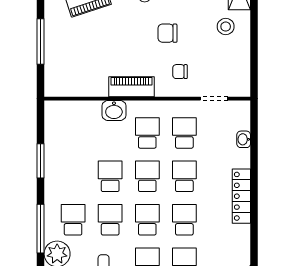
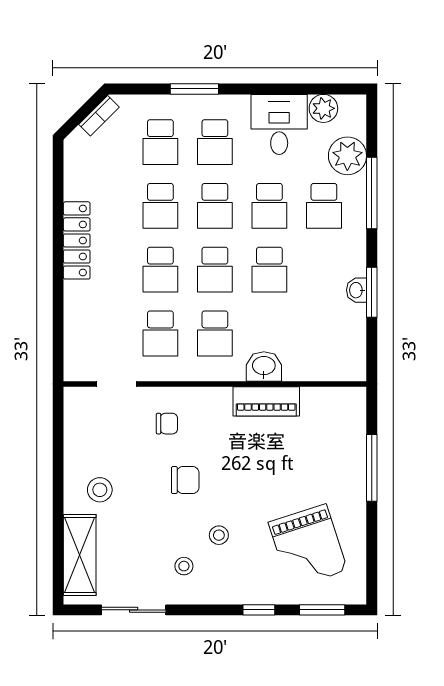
piano: (131, 87) -> (266, 401), moved
washbasin: (244, 139) -> (356, 290), moved, turned 180

